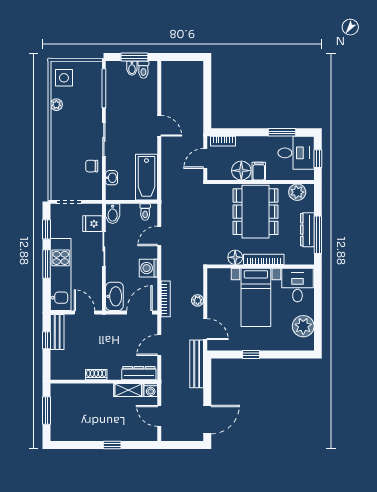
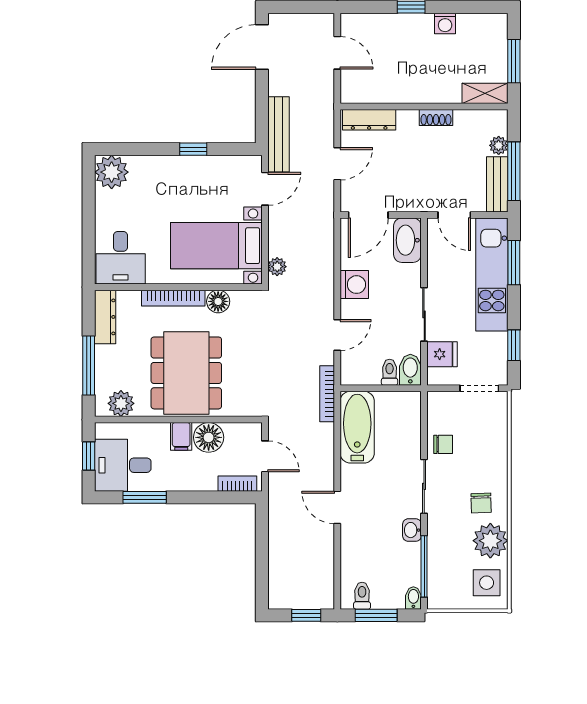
window: (179, 57) -> (306, 615), added
bidet: (132, 68) -> (413, 598), moved
plant: (56, 105) -> (490, 541), width x1.88, depth x1.88
chair: (67, 129) -> (481, 503), added
door: (205, 158) -> (265, 456), hinge flipped
washbasin: (112, 178) -> (412, 530), moved
toilet: (145, 212) -> (390, 372), moved
dresser: (307, 230) -> (105, 317), moved
window: (318, 235) -> (89, 365), moved
window: (47, 264) -> (514, 263), moved
bed with nightstands: (256, 297) -> (216, 246), moved, turned -90
bookcase: (166, 299) -> (327, 394), moved
plant: (198, 300) -> (277, 267), moved
plant: (303, 326) -> (112, 172), moved
door: (205, 329) -> (265, 189), swing flipped
window: (47, 340) -> (514, 171), width x2.17
plant: (56, 357) -> (499, 145), added
shelving: (128, 390) -> (485, 93), moved
washing machine: (151, 390) -> (445, 23), moved, turned 180

